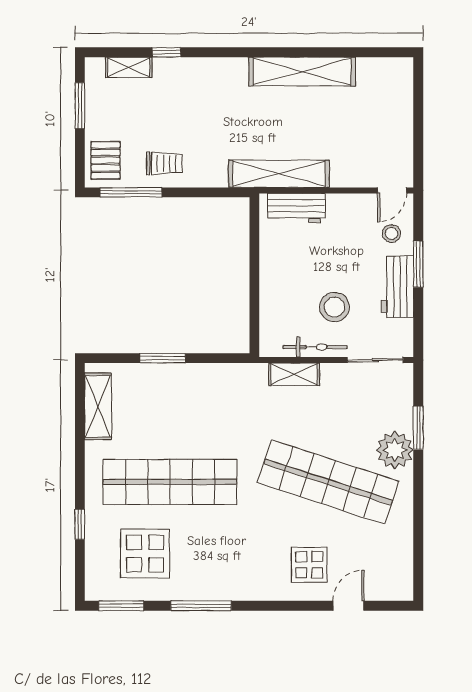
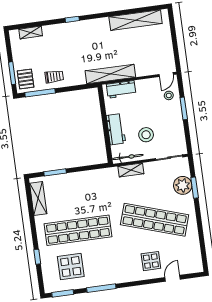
window: (166, 52) -> (72, 19), moved
shelving: (302, 72) -> (136, 20), moved
window: (80, 106) -> (12, 73), moved
workbench: (398, 287) -> (116, 129), moved, turned 180
bicycle: (315, 347) -> (128, 157), moved
window: (163, 358) -> (55, 172), moved
plant: (395, 450) -> (183, 185), moved

